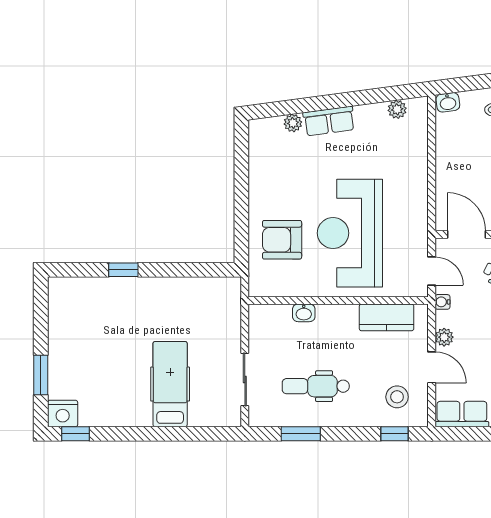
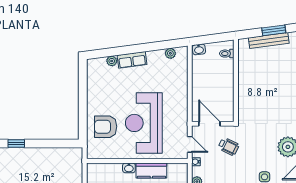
washbasin: (304, 313) -> (129, 168), moved
kitchen counter: (387, 317) -> (151, 170), moved

